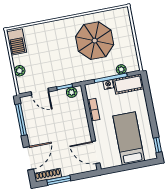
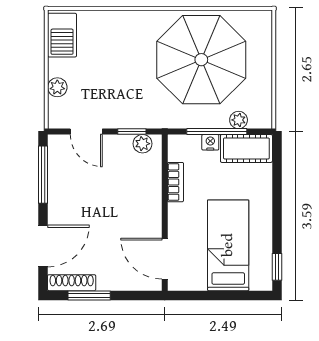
parasol: (95, 41) -> (201, 60), width x1.36, depth x1.36

